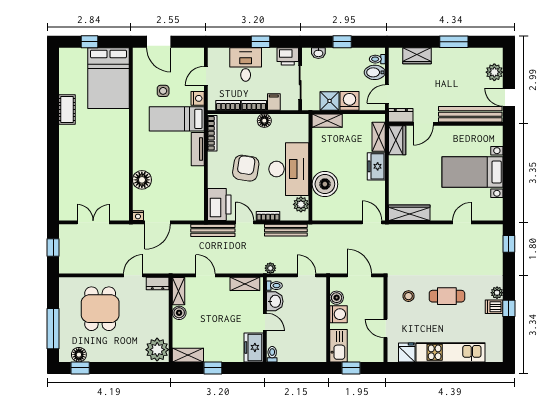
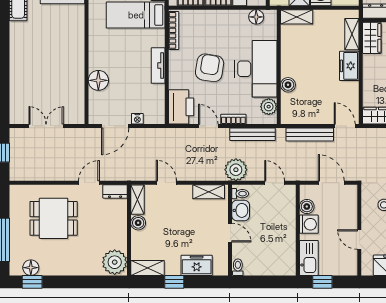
floor lamp: (264, 121) -> (256, 17), moved
tv unit: (198, 149) -> (158, 66), moved
boiler: (325, 184) -> (288, 85), width x0.54, depth x0.54
nightstand: (138, 216) -> (137, 119), moved
bench: (213, 230) -> (310, 135), moved
plant: (270, 268) -> (236, 170), width x1.88, depth x1.88
dining table: (100, 309) -> (54, 218), turned 90
freezer: (254, 347) -> (197, 265), moved, turned 90

